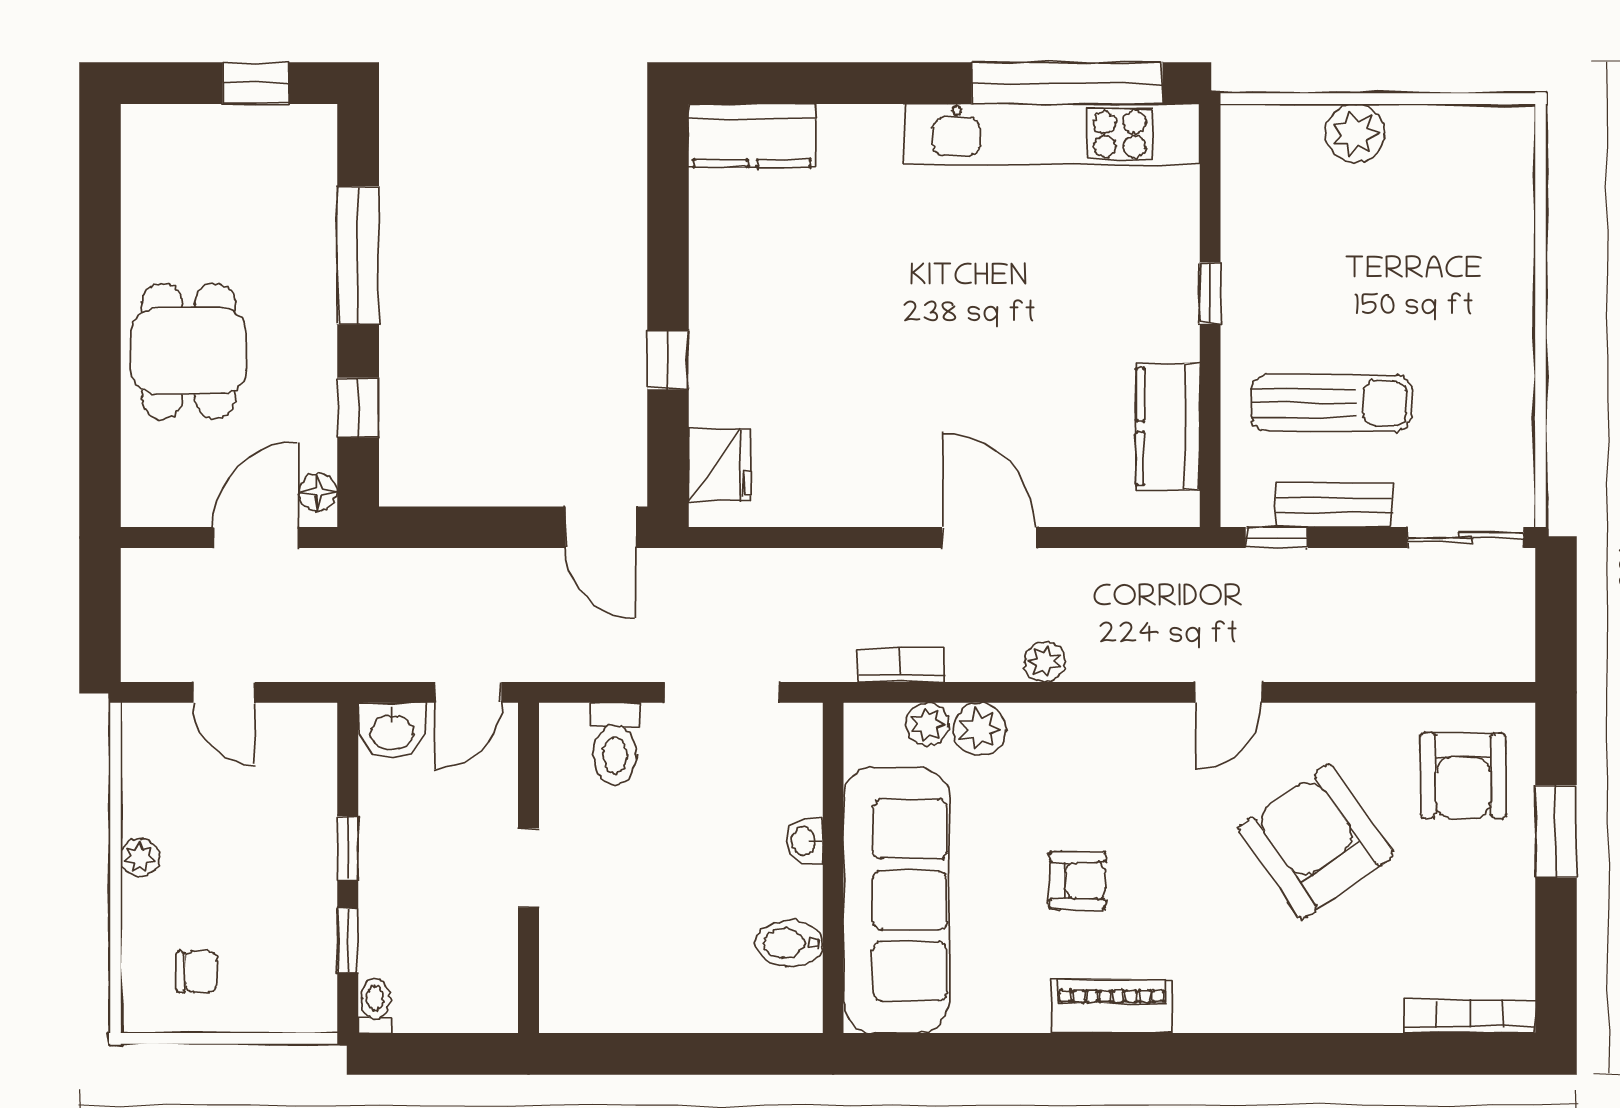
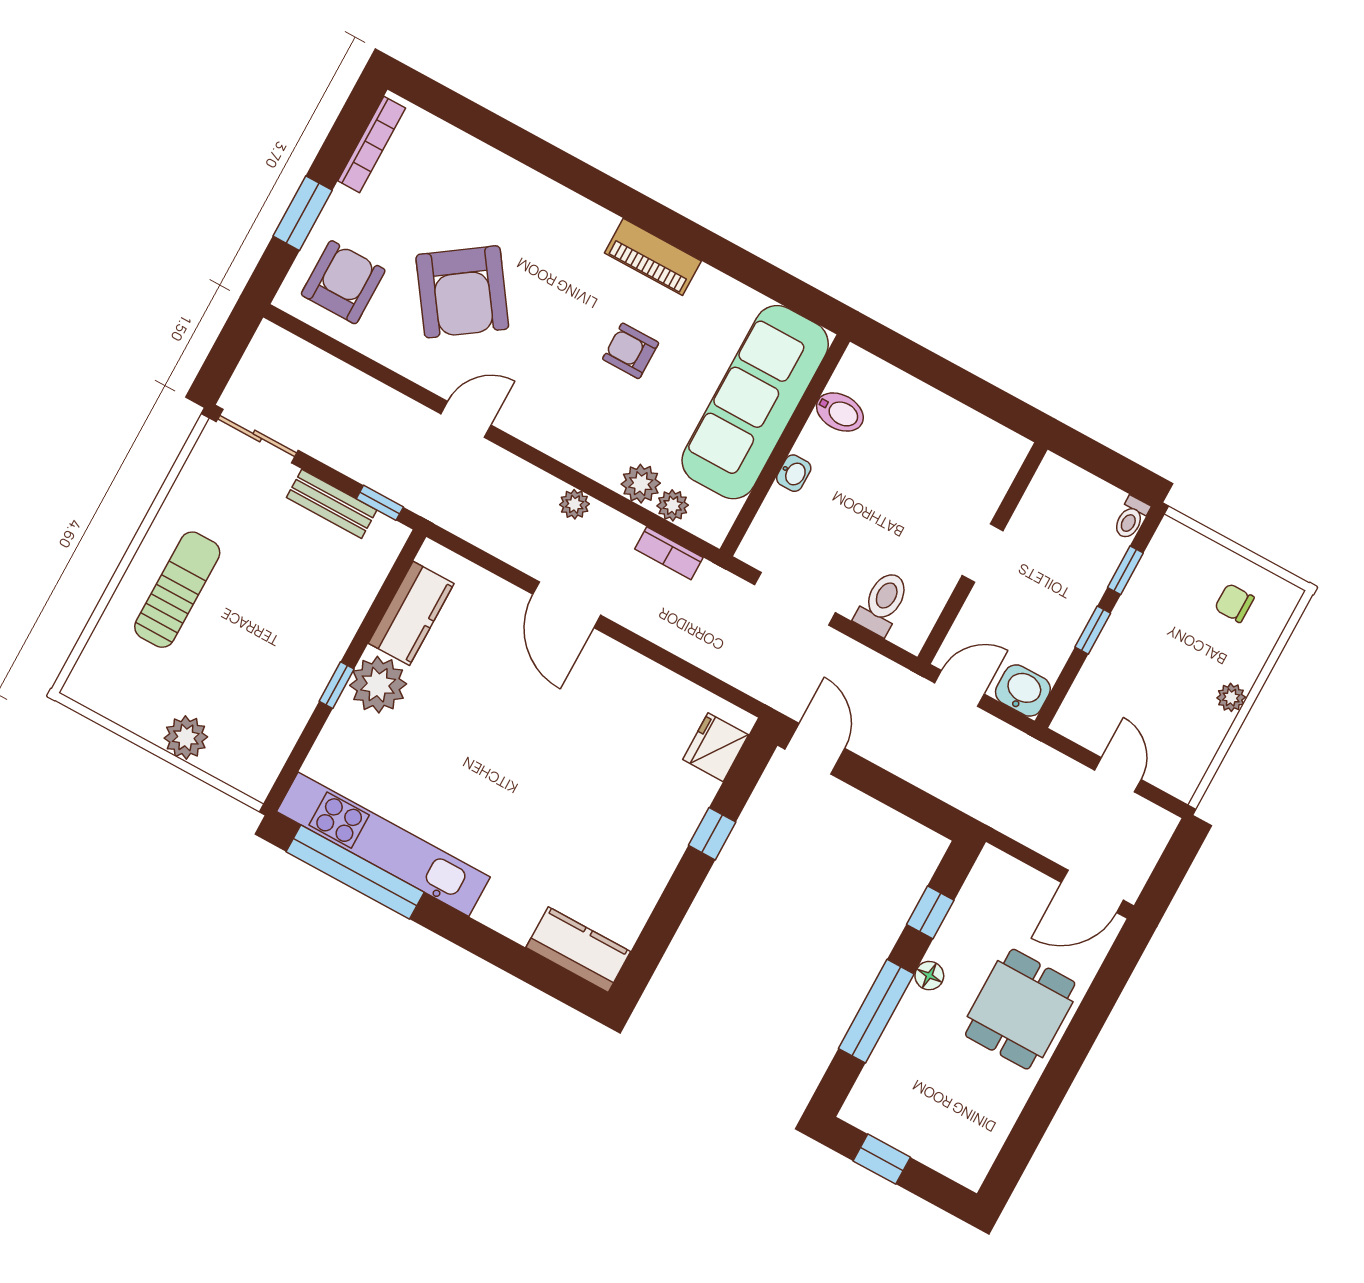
plant: (1161, 320) -> (378, 685), added
sun lounger: (1331, 403) -> (177, 590), moved, turned 90
floor lamp: (318, 492) -> (929, 976), moved
door: (256, 538) -> (1092, 891), moved
bookcase: (1470, 1016) -> (372, 144), moved, turned -90

